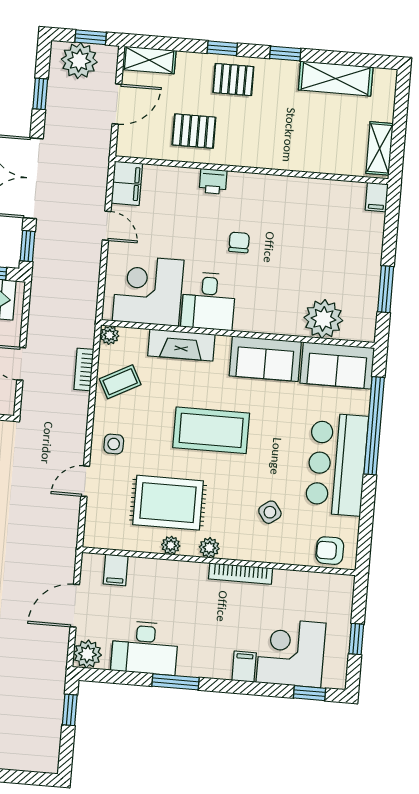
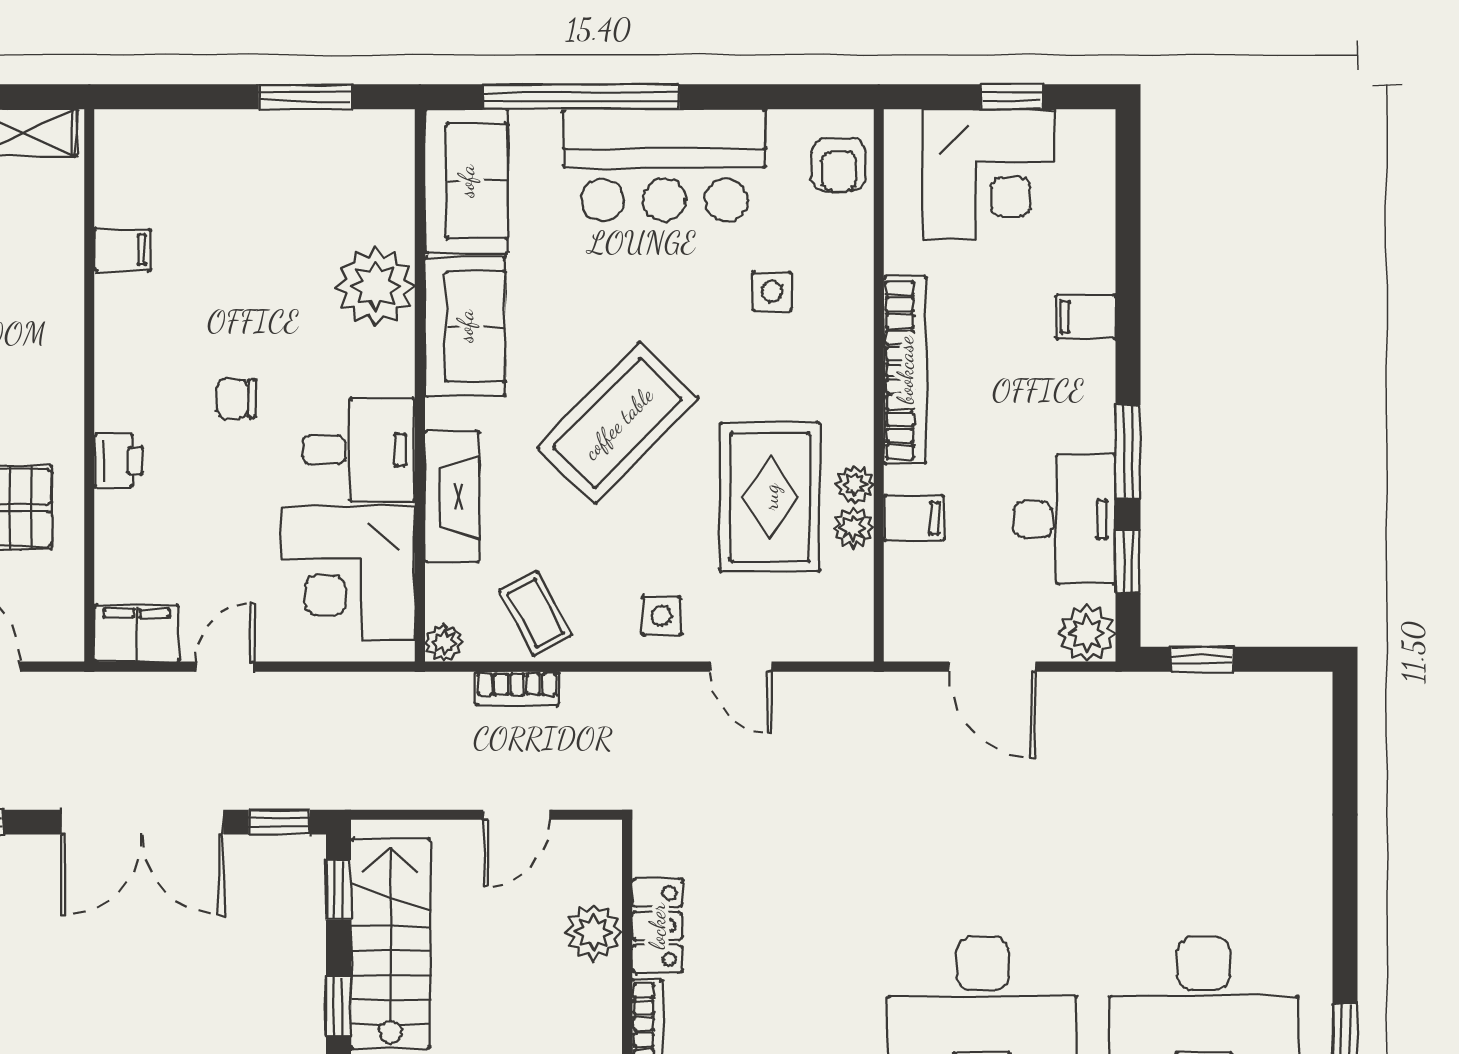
filing cabinet: (377, 197) -> (122, 250), moved
plant: (323, 319) -> (376, 286), moved
coffee table: (211, 430) -> (618, 423), turned 44
side table: (270, 512) -> (772, 291), turned 36
plant: (209, 548) -> (853, 528), moved
filing cabinet: (116, 570) -> (914, 518), moved
bookcase: (241, 574) -> (905, 370), width x1.48, depth x1.31
corner desk: (291, 653) -> (988, 175), moved, turned -90
window: (309, 693) -> (1128, 561), moved

